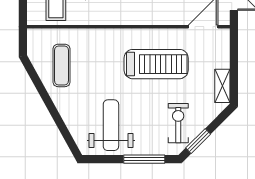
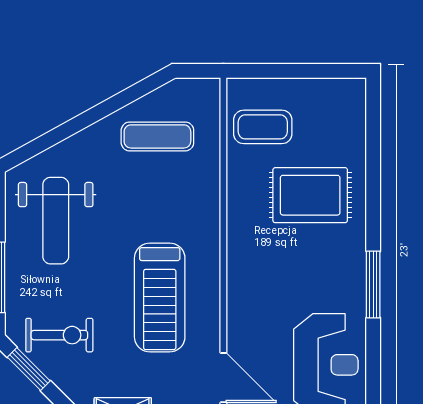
weight bench: (111, 125) -> (56, 221), turned 90

